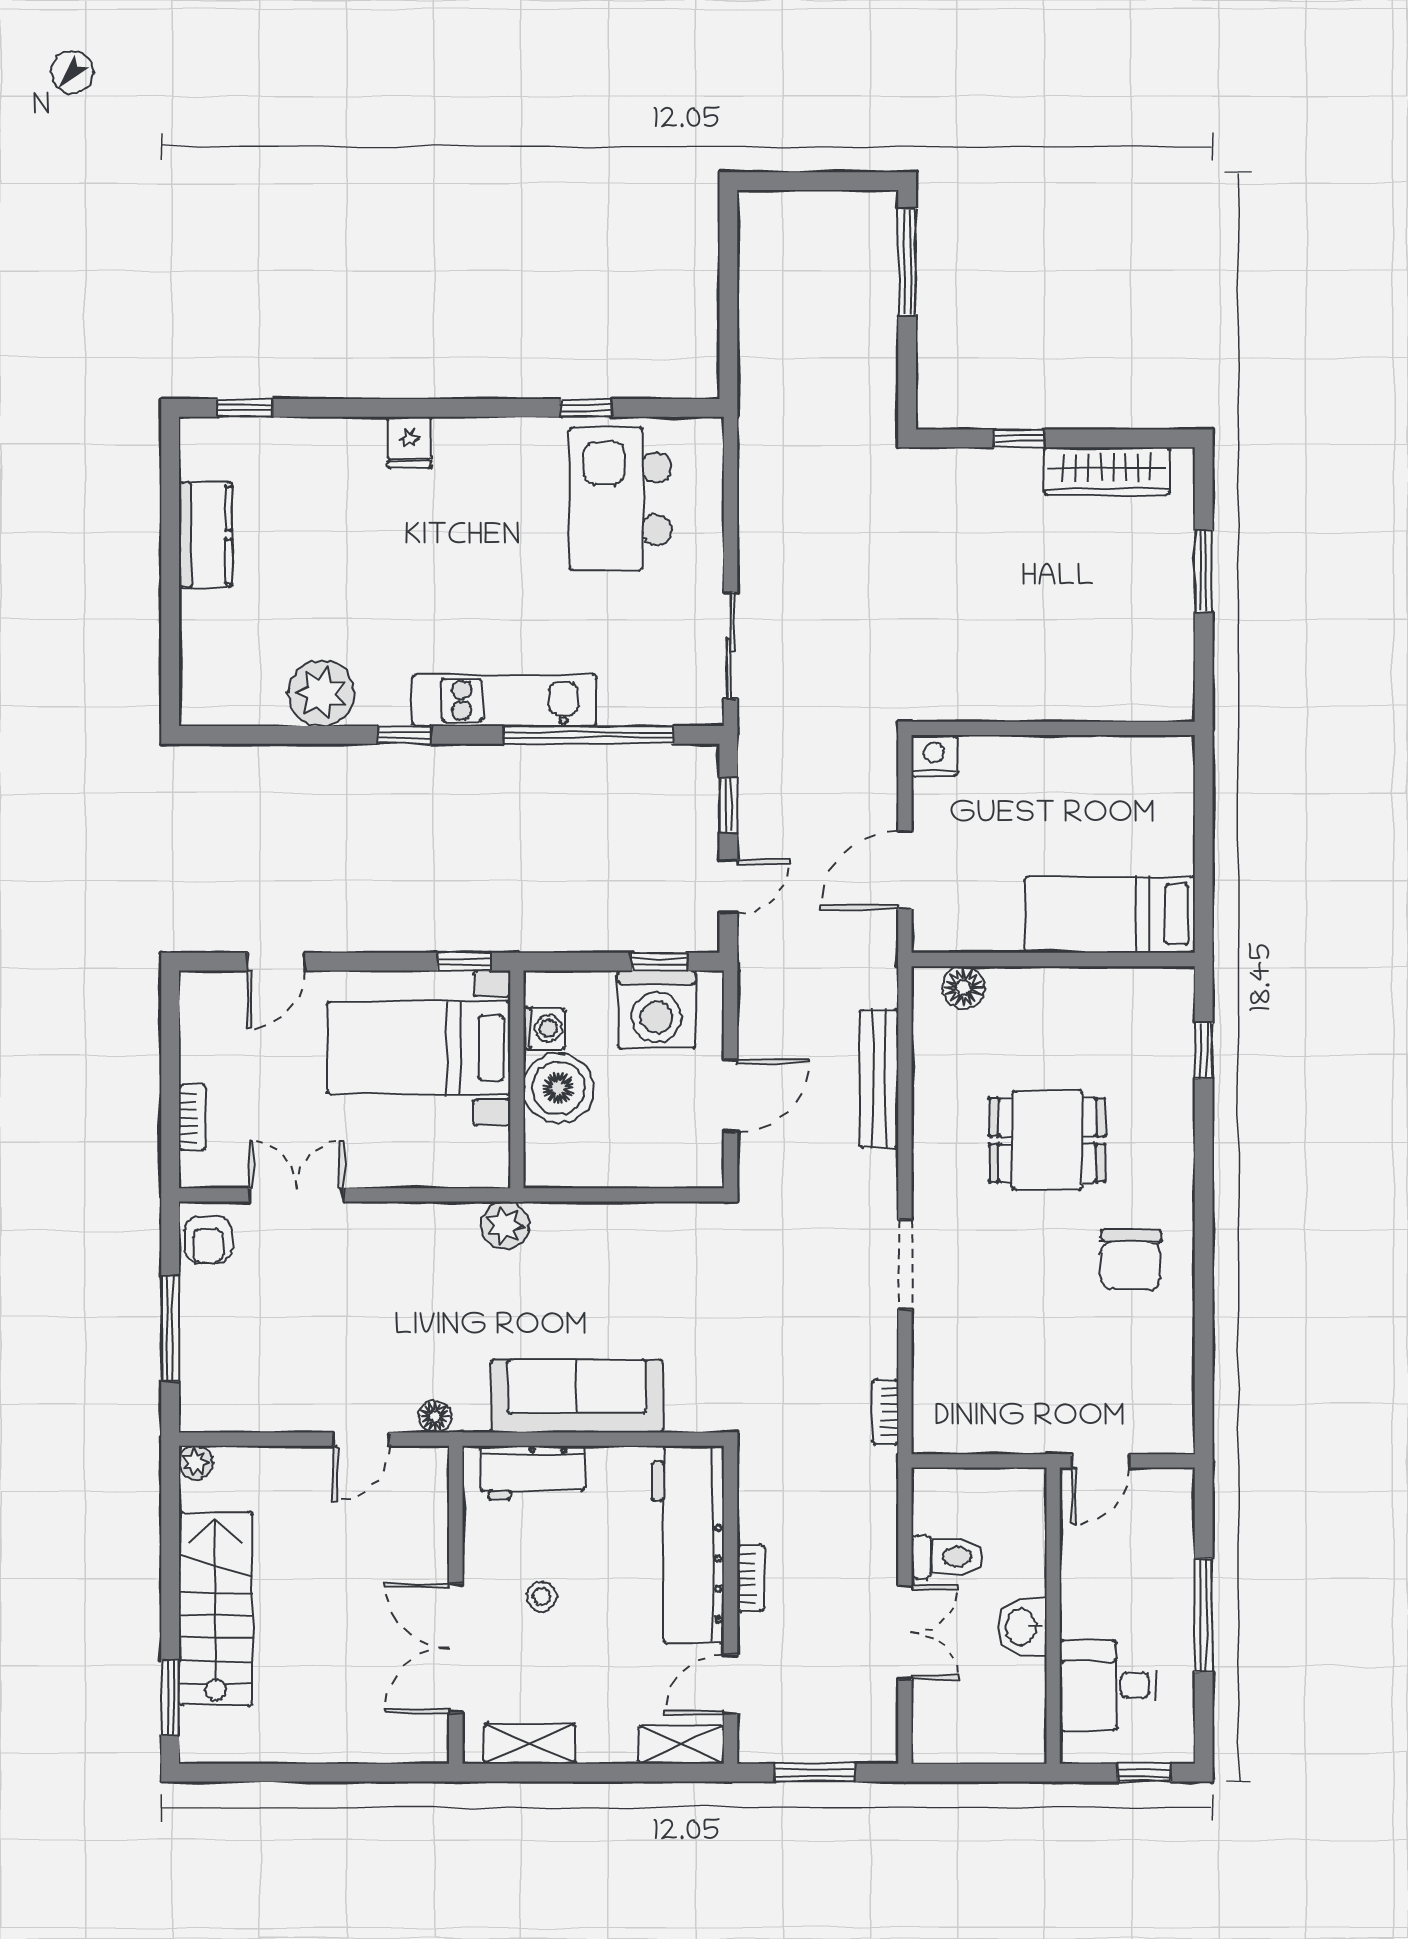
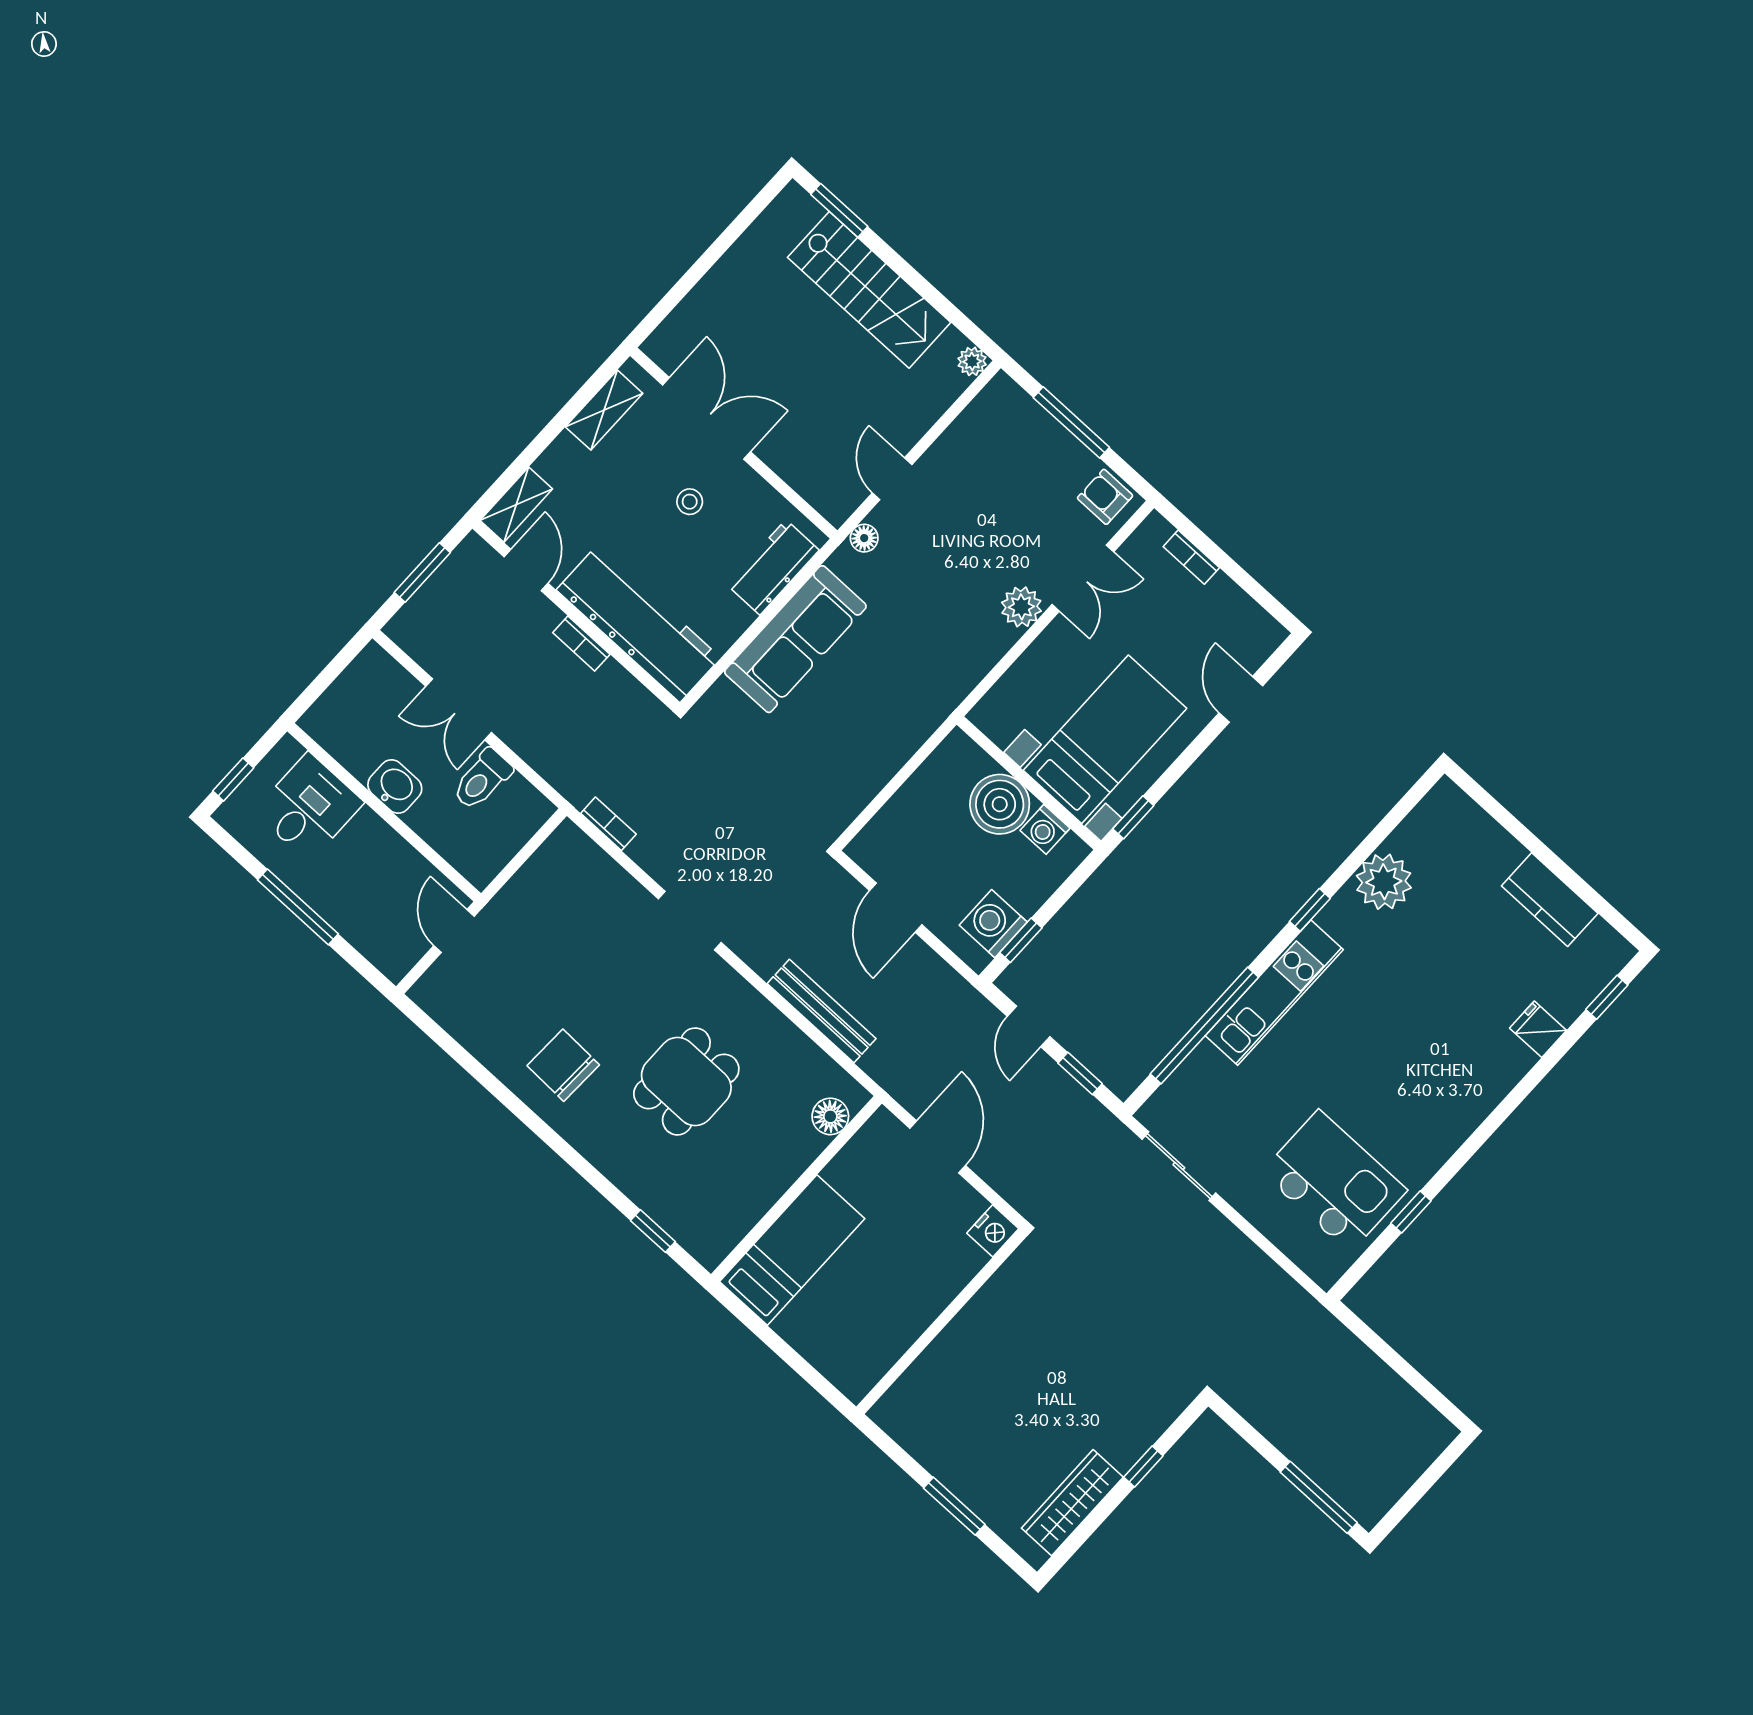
fridge: (409, 442) -> (1538, 1029), moved
washing machine: (657, 1009) -> (993, 924), width x0.73, depth x0.73
plant: (505, 1225) -> (1021, 607), moved

